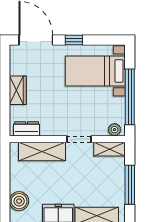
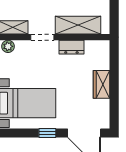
dresser: (27, 129) -> (71, 47), moved

